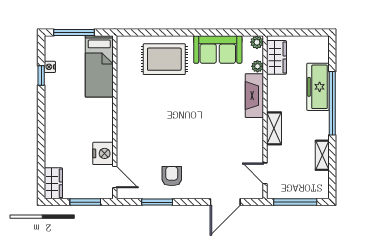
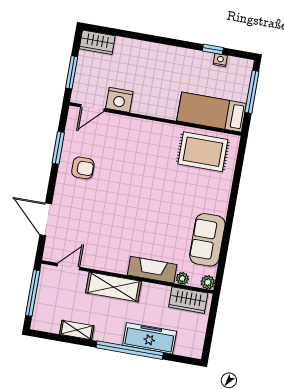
rug: (164, 59) -> (203, 152), moved, turned 90
shelving: (274, 128) -> (114, 287), width x1.50, depth x1.33

